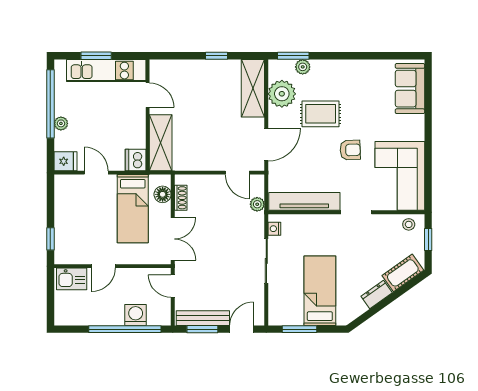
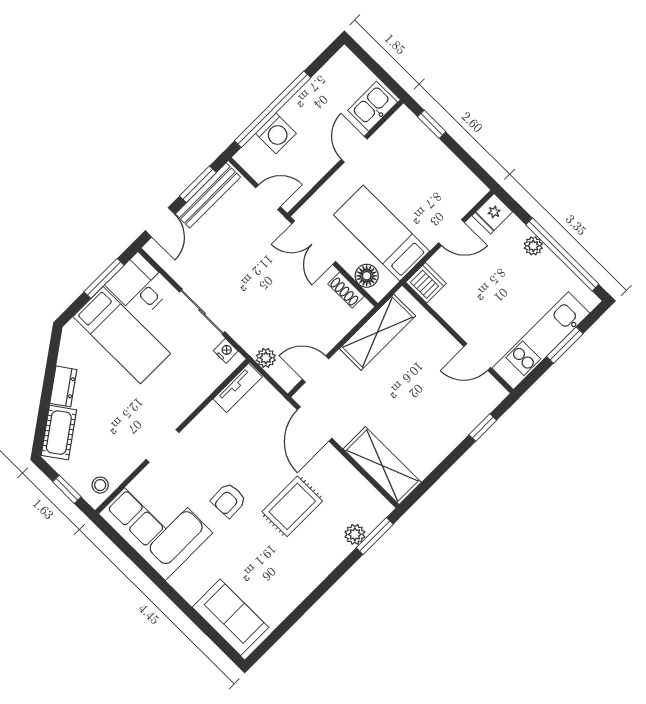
window: (216, 56) -> (483, 428), moved
plant: (282, 94) -> (349, 488), removed
shelving: (161, 143) -> (377, 332), moved, turned 90
tv unit: (304, 201) -> (238, 388), width x0.52, depth x0.78
desk: (285, 307) -> (139, 286), added

